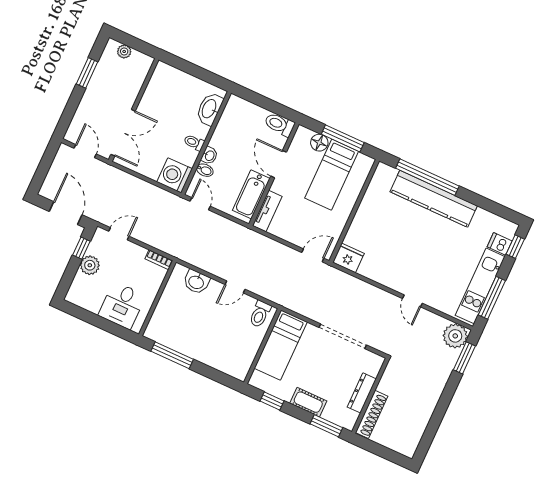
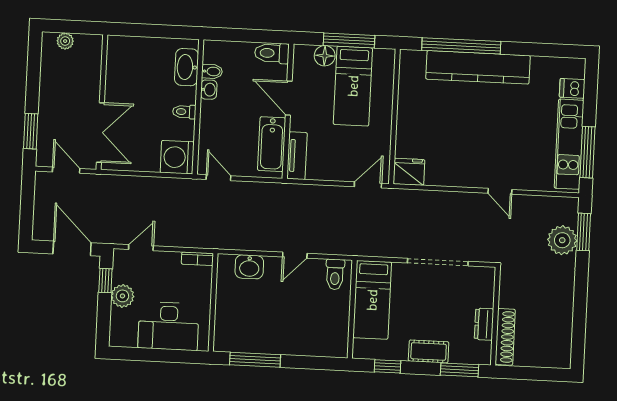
window: (87, 73) -> (31, 131), moved
washbasin: (209, 156) -> (209, 90), moved
bidet: (205, 170) -> (212, 71), moved
window: (515, 247) -> (591, 84), removed
desk: (122, 305) -> (168, 326), width x1.37
plant: (455, 336) -> (562, 240), moved
dresser: (362, 393) -> (484, 324), width x0.70

